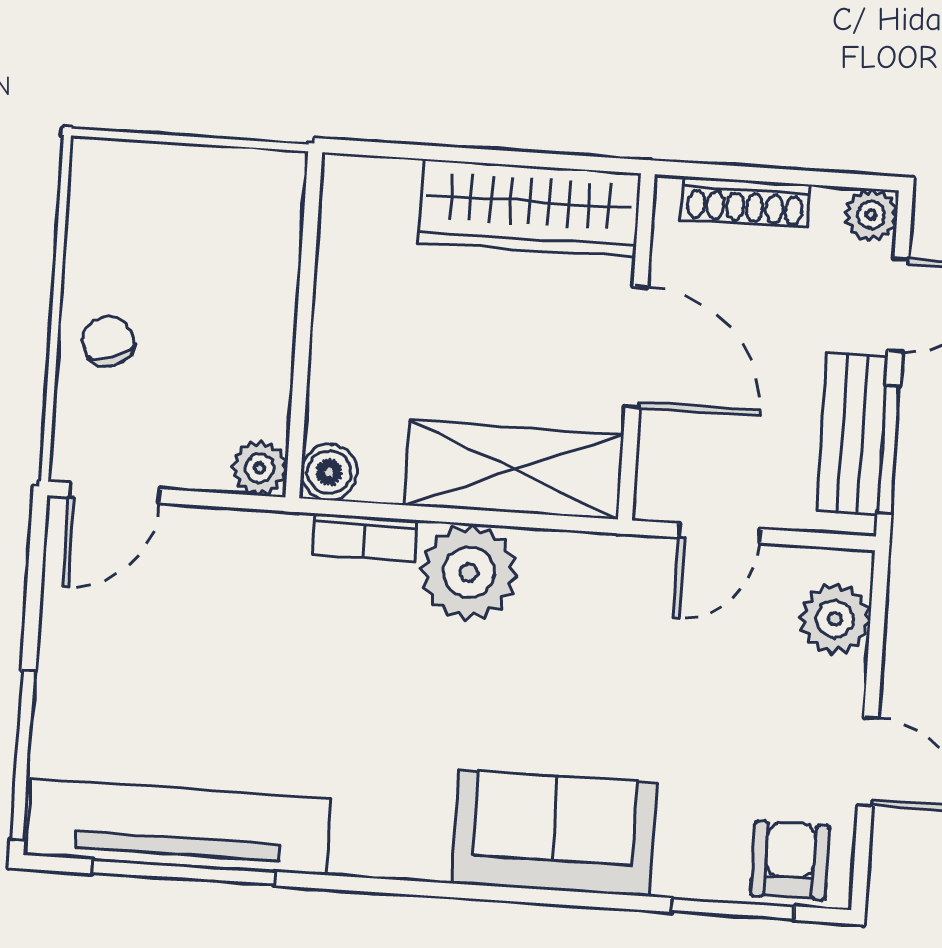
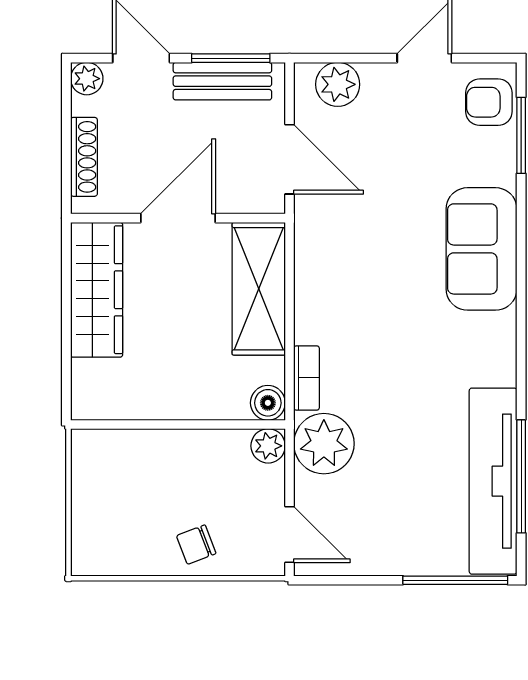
door: (719, 533) -> (290, 159), width x1.38
plant: (469, 572) -> (324, 444), moved

